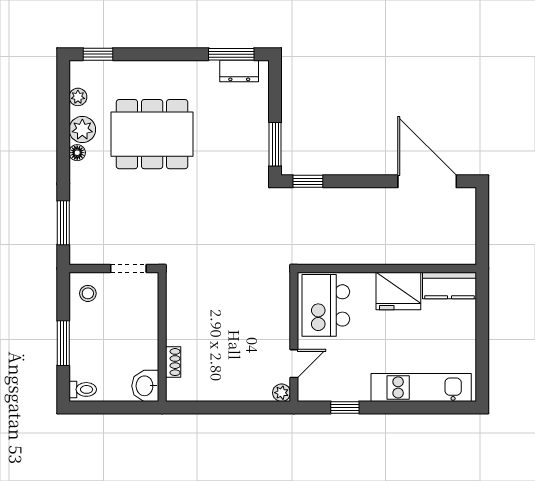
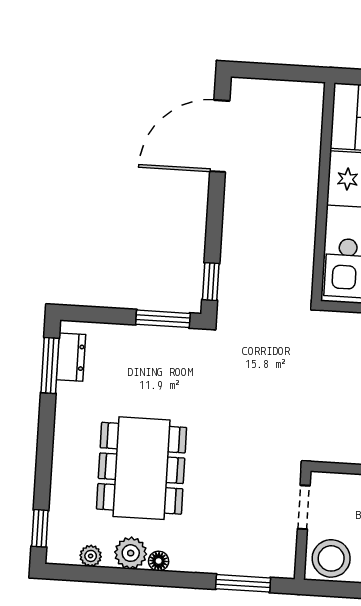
stool: (88, 293) -> (331, 558), width x1.89, depth x1.89

